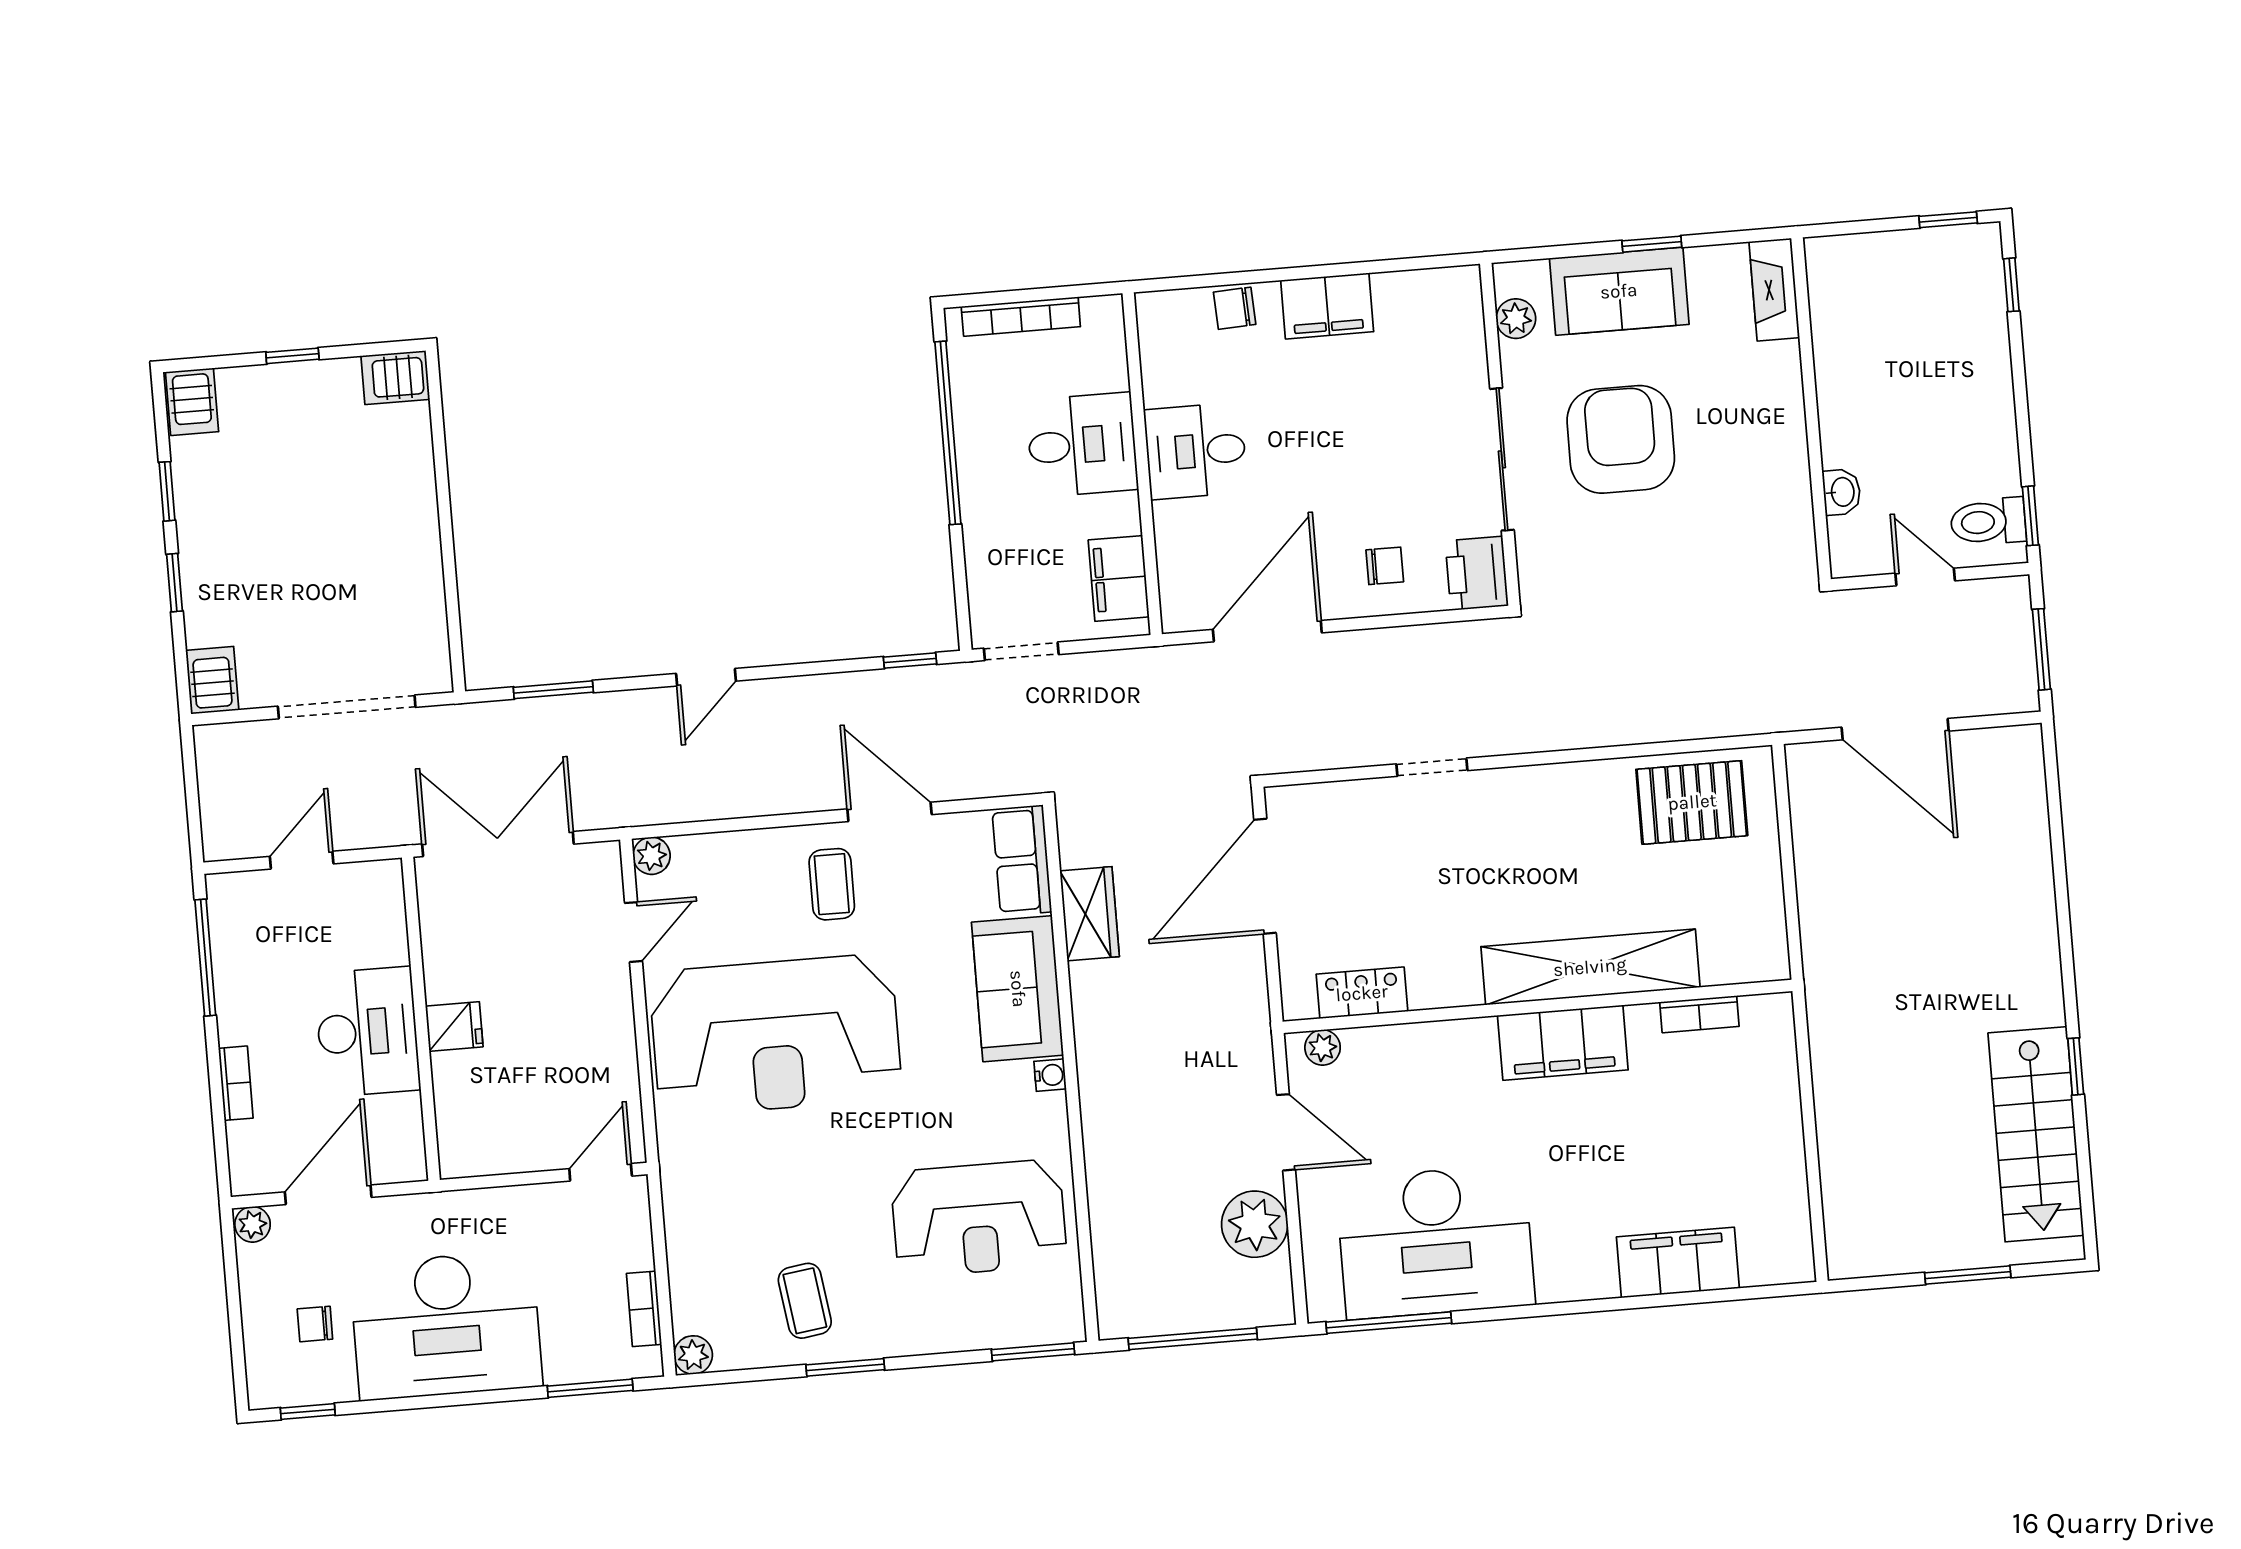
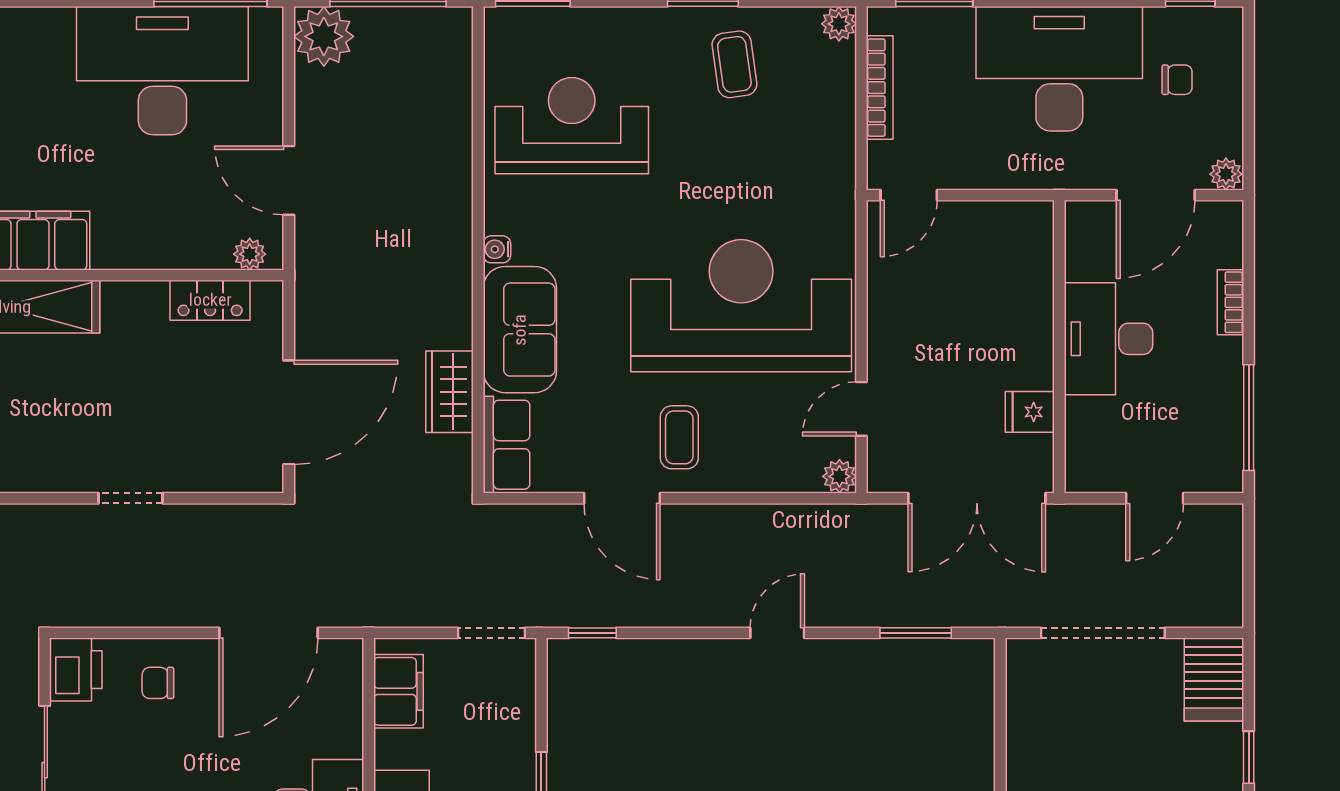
server rack: (212, 680) -> (1214, 680), width x1.36, depth x1.44
fridge: (454, 1026) -> (1030, 412), moved
plant: (1255, 1224) -> (324, 36), moved
bookcase: (644, 1309) -> (880, 88), width x1.56

